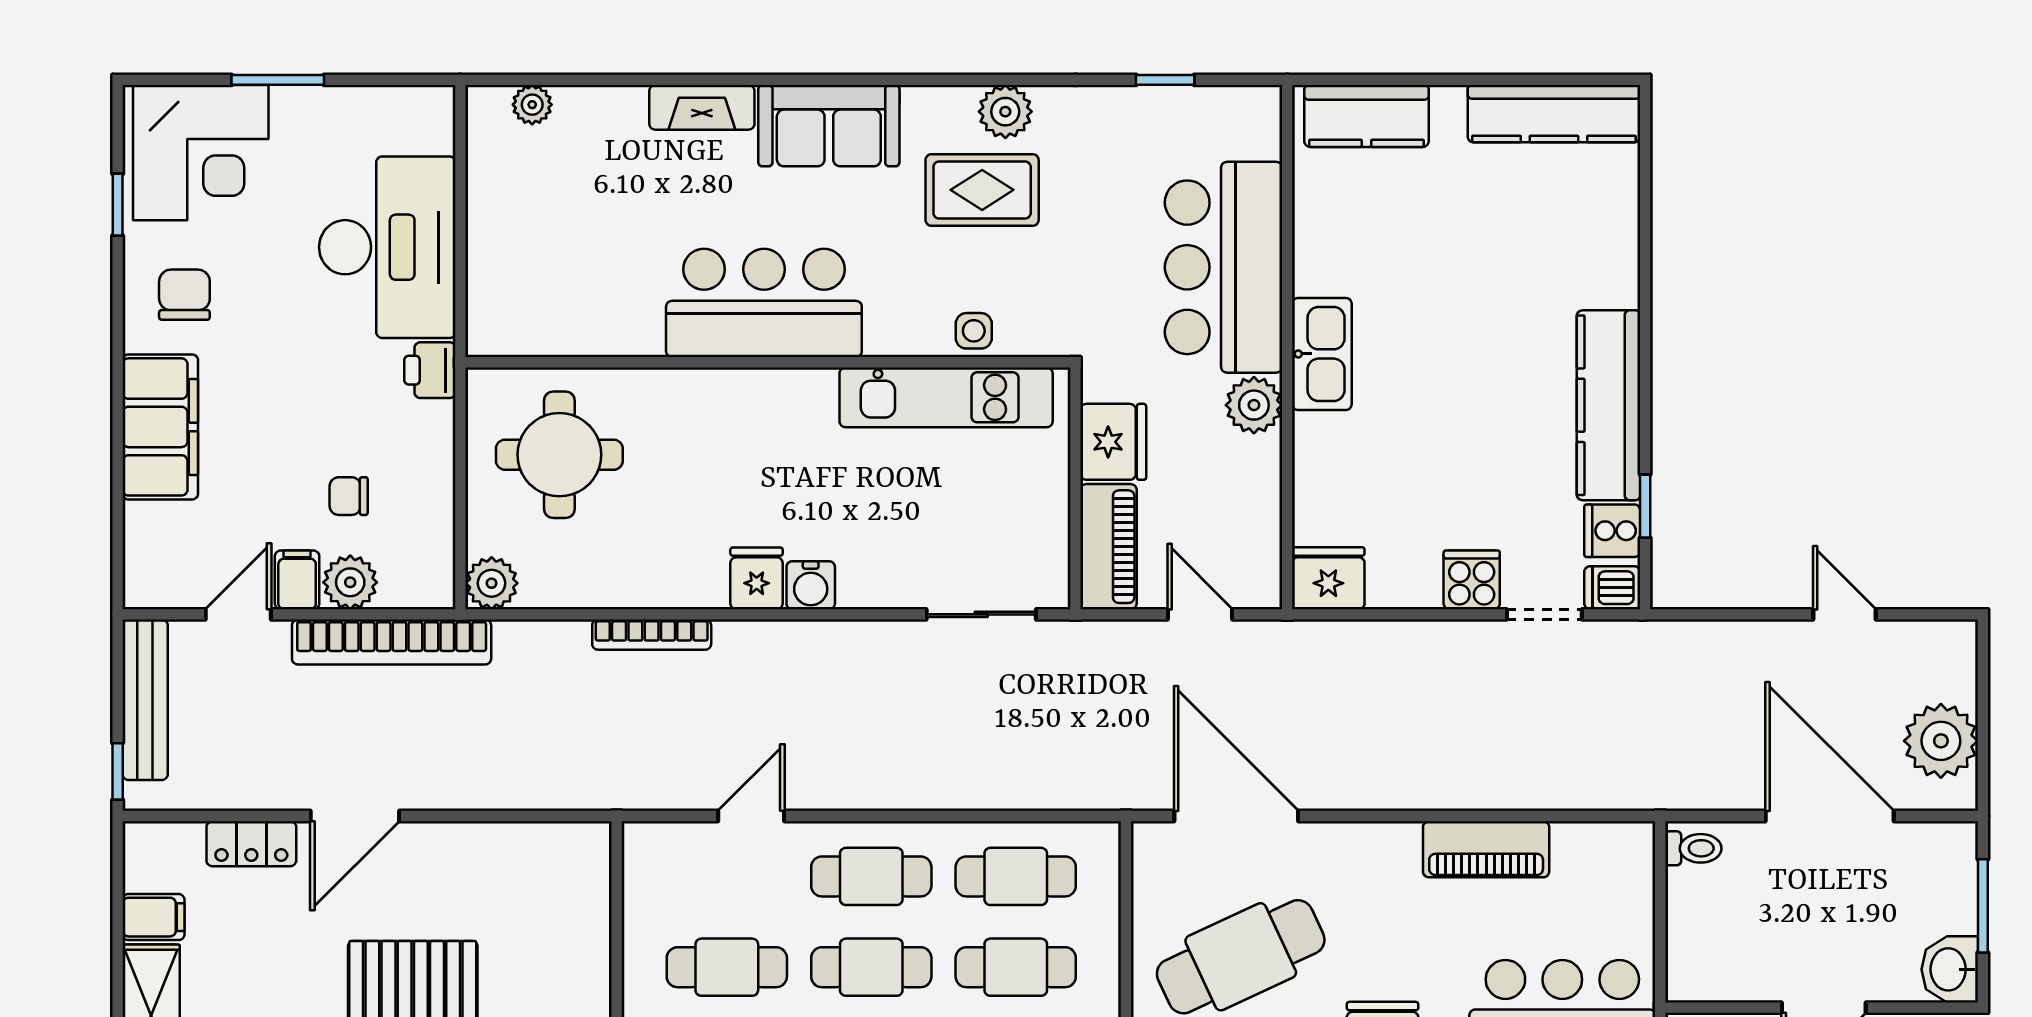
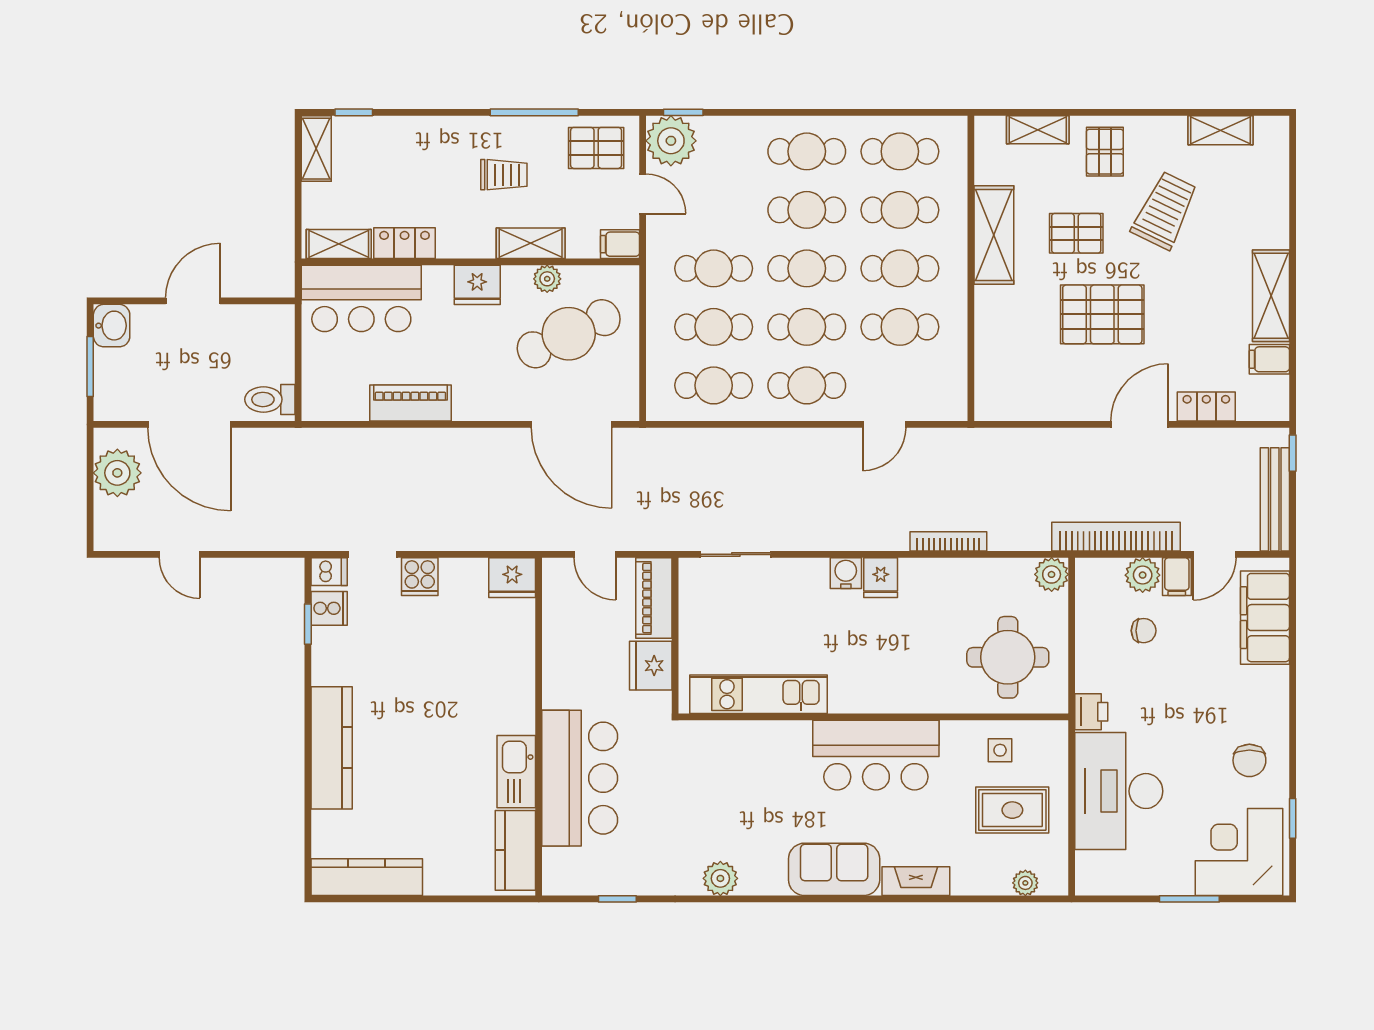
kitchen counter: (1366, 116) -> (515, 850), moved, turned -90
rug: (982, 190) -> (1012, 810), moved
side table: (974, 331) -> (1000, 750), moved
kitchen sink: (1322, 354) -> (516, 772), moved
plant: (1254, 405) -> (560, 689), removed
kitchen counter: (1608, 405) -> (332, 748), moved
filing cabinet: (160, 427) -> (1265, 618), moved
toilet: (1693, 848) -> (270, 399), width x1.37, depth x1.39

